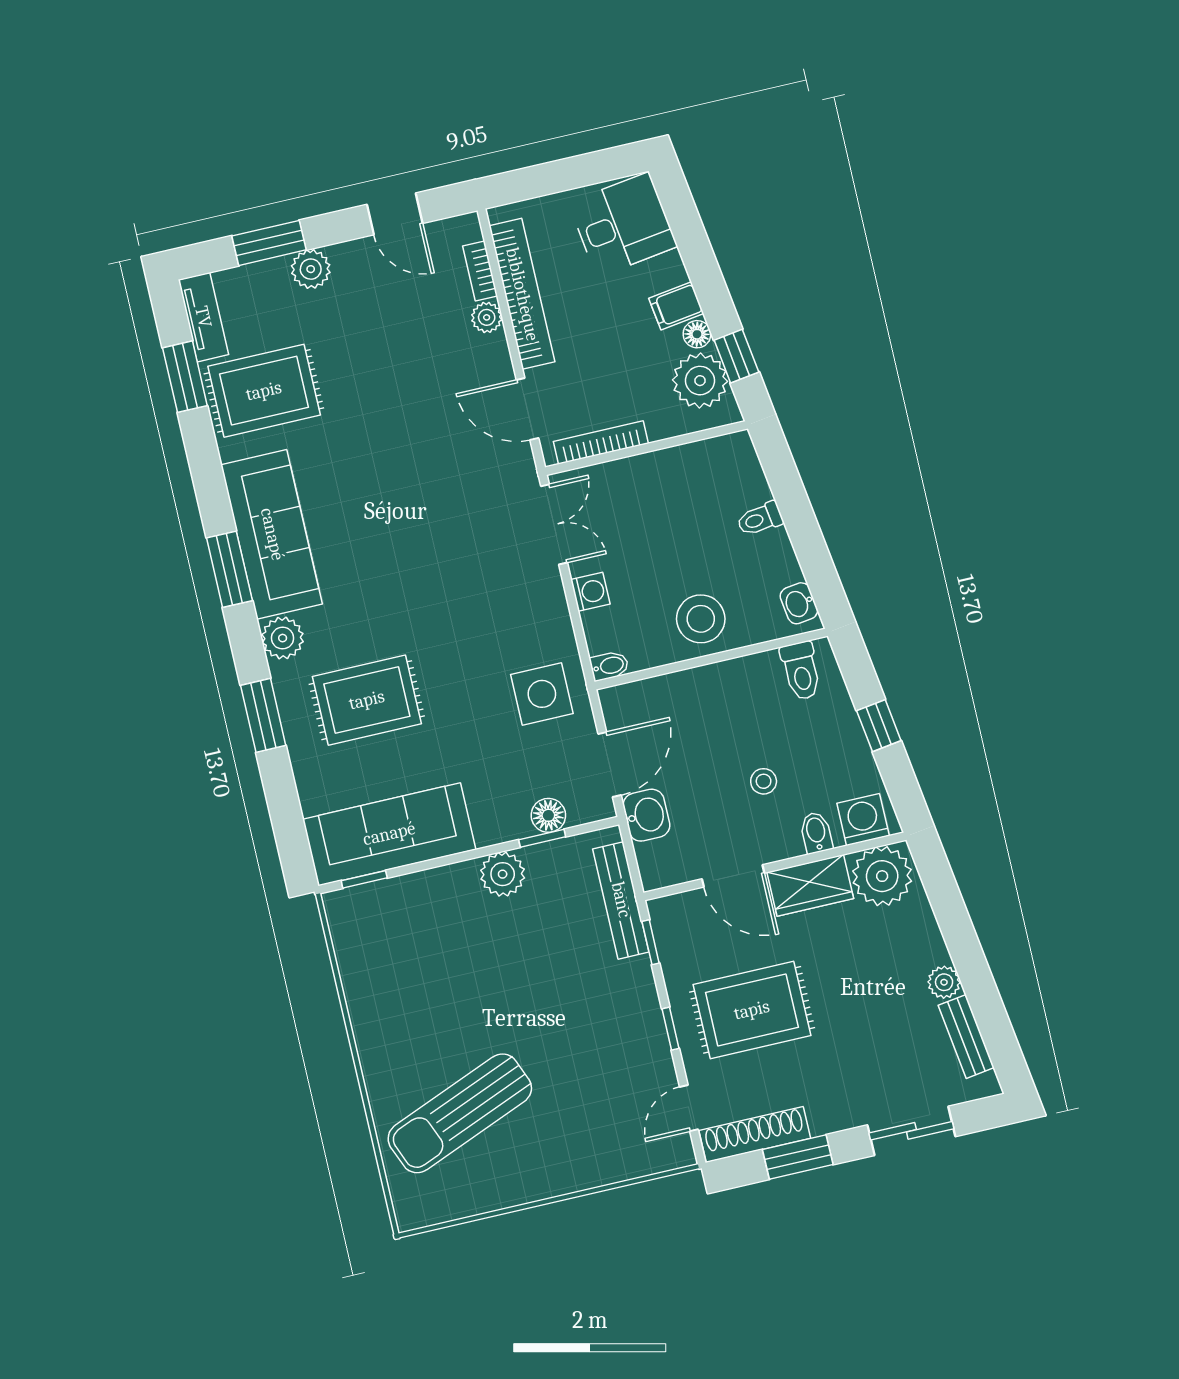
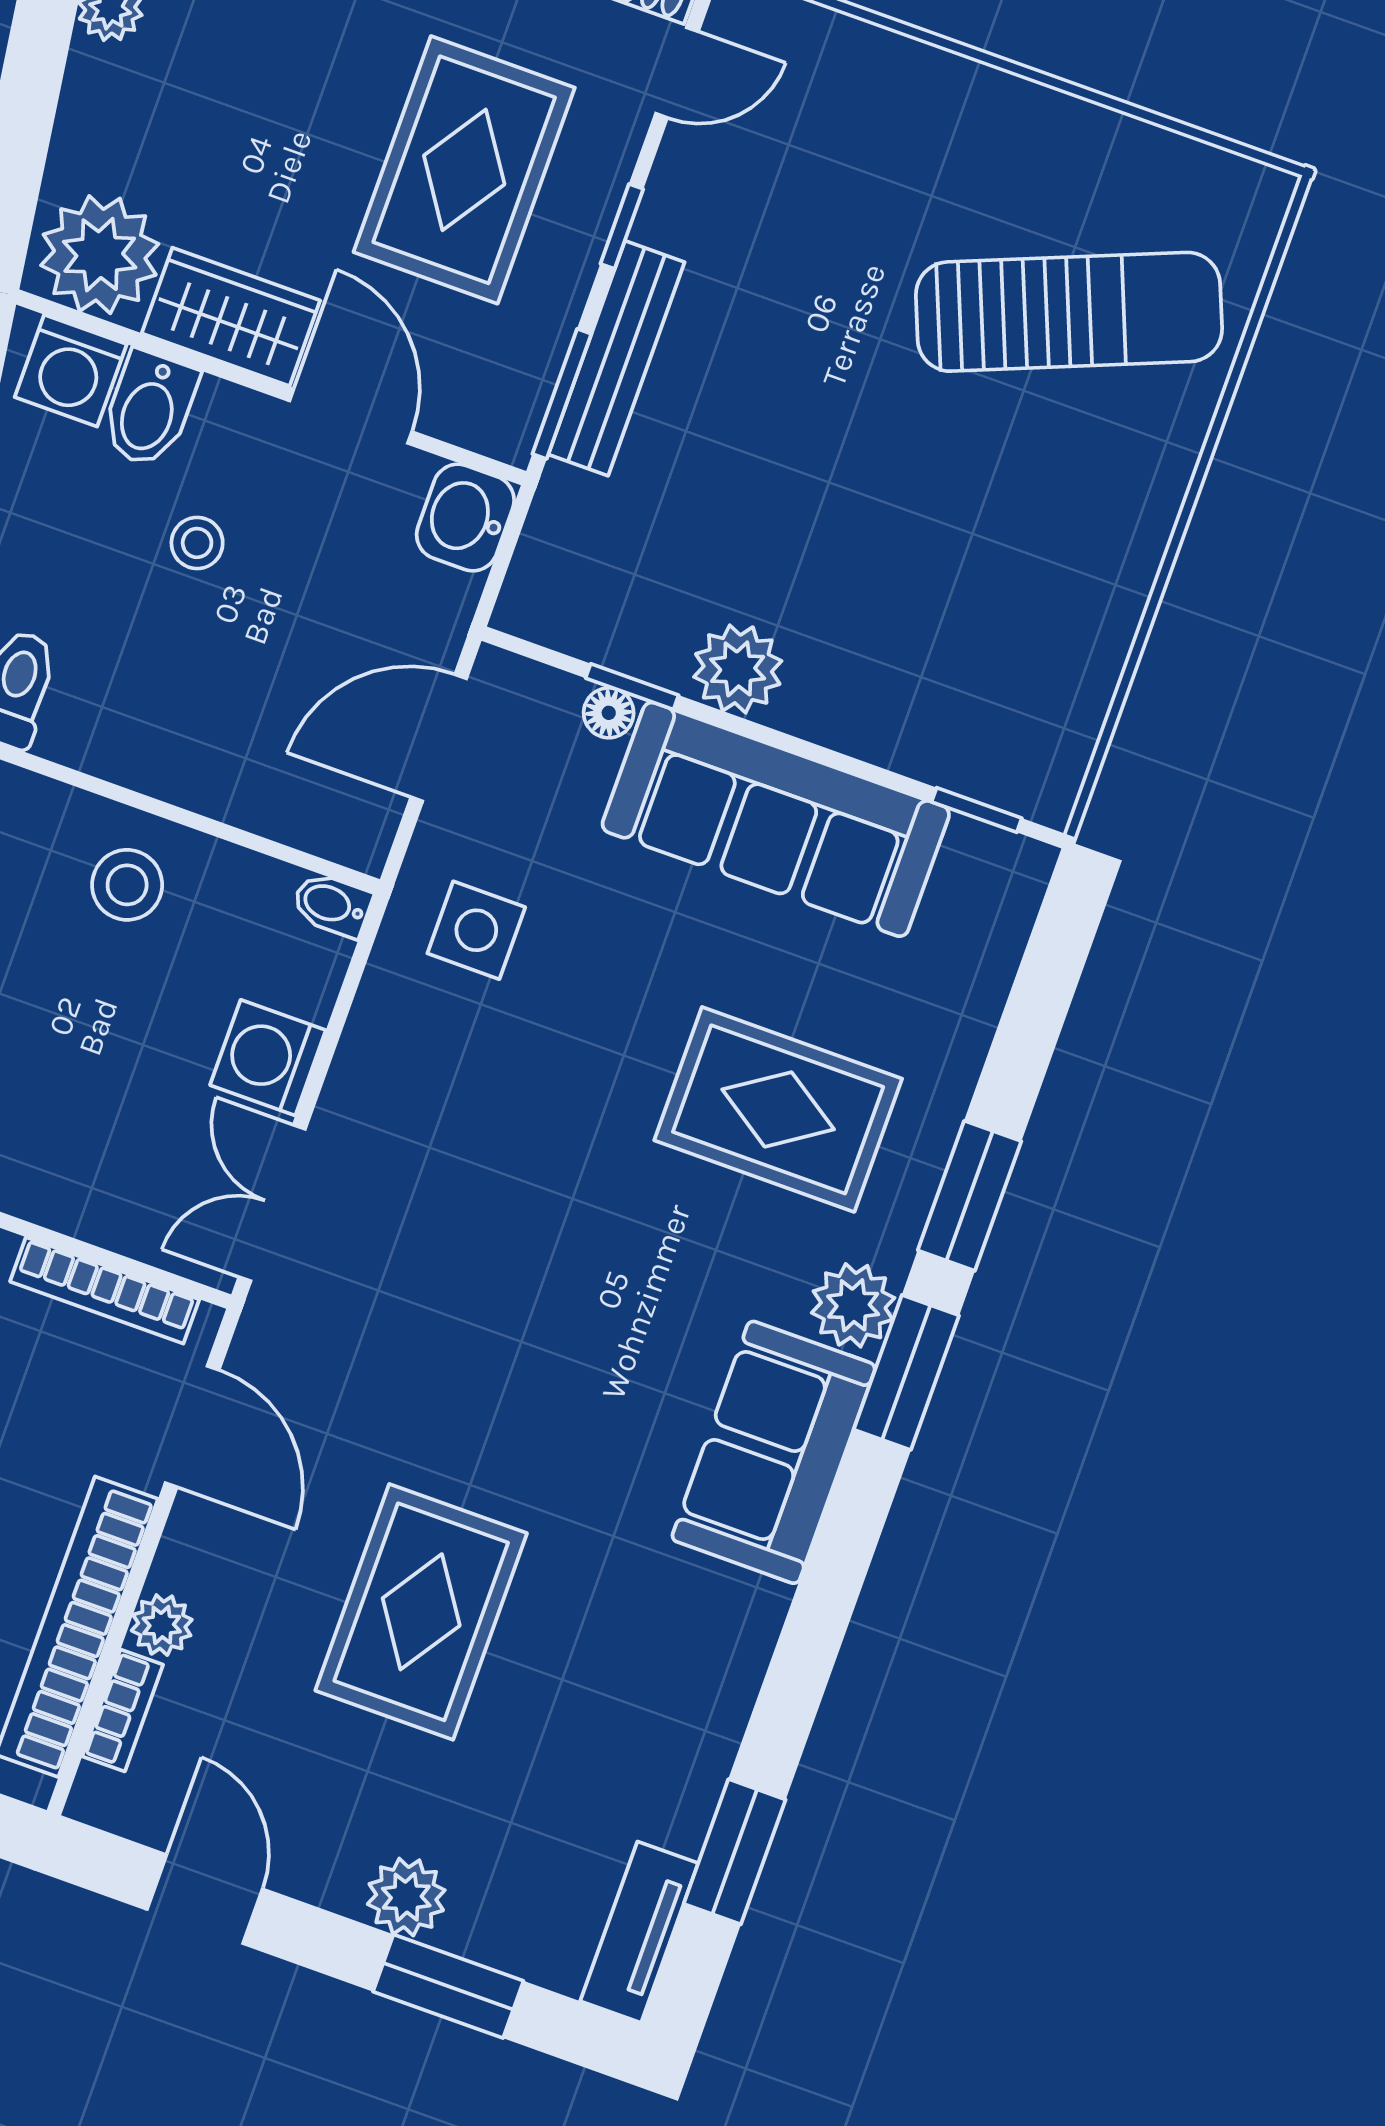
rug: (264, 391) -> (421, 1612), moved, turned 90
sofa: (272, 534) -> (774, 1452), width x0.73
window: (229, 569) -> (906, 1372), moved
washing machine: (590, 592) -> (268, 1058), width x1.38, depth x1.38
stool: (701, 619) -> (127, 885), width x0.73, depth x0.73
side table: (542, 694) -> (476, 930), width x0.73, depth x0.73
floor lamp: (548, 815) -> (609, 713), width x0.73, depth x0.73
washbasin: (646, 815) -> (465, 518), moved
bidet: (816, 833) -> (149, 409), width x1.38, depth x1.36
sofa: (389, 834) -> (776, 819), moved
bench: (621, 900) -> (616, 358), moved
window: (651, 942) -> (562, 394), width x1.50
rug: (752, 1010) -> (464, 170), turned 90

